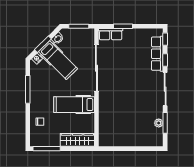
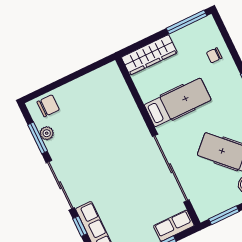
chair: (150, 139) -> (48, 106), added

